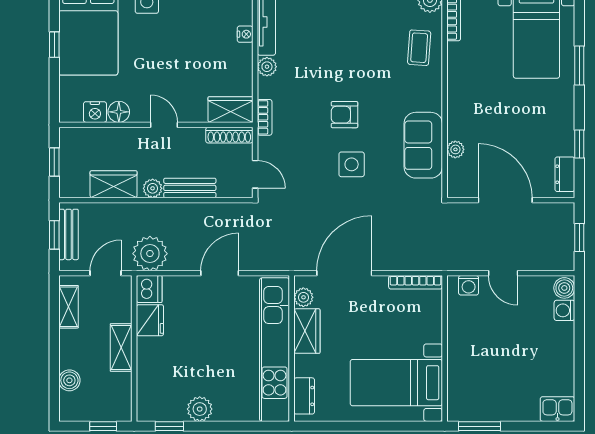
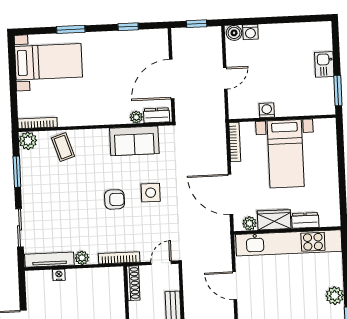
coffee table: (419, 48) -> (63, 147), turned 68
wardrobe: (230, 110) -> (115, 283), removed
armchair: (344, 115) -> (115, 199), turned -90
bookcase: (265, 117) -> (119, 258), width x1.56
dresser: (565, 174) -> (157, 115), moved, turned 180
washing machine: (469, 285) -> (267, 110), moved, turned -90
bed with nightstands: (396, 383) -> (286, 154), moved
dresser: (304, 396) -> (305, 220), moved
kitchen sink: (557, 409) -> (324, 64), moved

